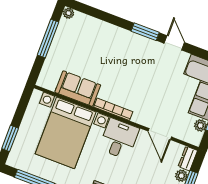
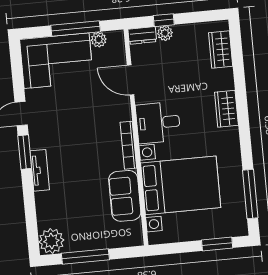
plant: (69, 13) -> (51, 241), width x1.88, depth x1.88
tv unit: (127, 36) -> (40, 170), added
door: (160, 134) -> (131, 80), swing flipped

